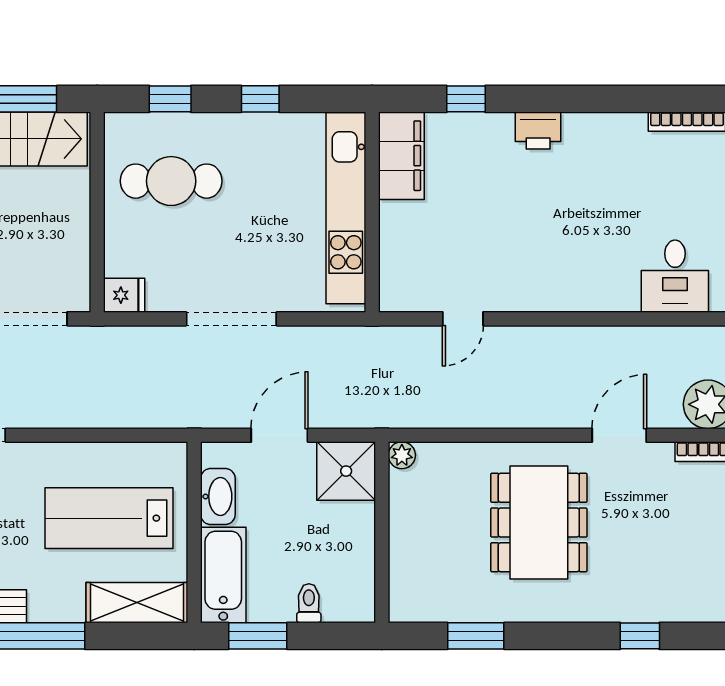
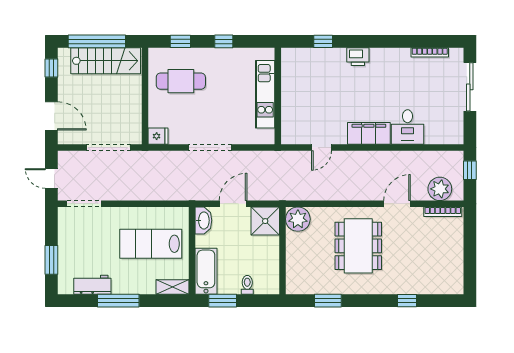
filing cabinet: (401, 156) -> (369, 133), moved, turned -90
kitchen unit: (346, 208) -> (265, 94), width x0.73
desk: (675, 276) -> (408, 127), moved
plant: (402, 455) -> (298, 219), width x1.88, depth x1.88
washbasin: (218, 496) -> (203, 220), moved
shelving: (137, 603) -> (173, 287), width x0.67, depth x0.75

